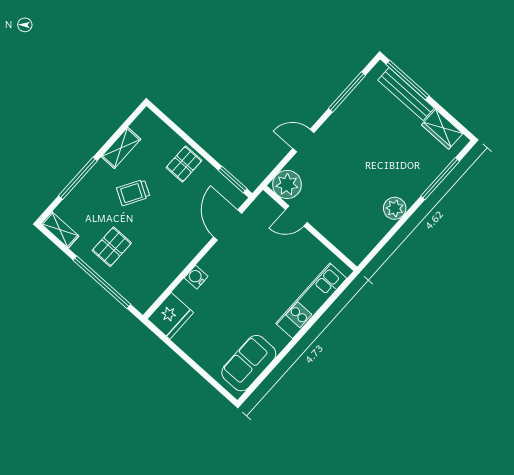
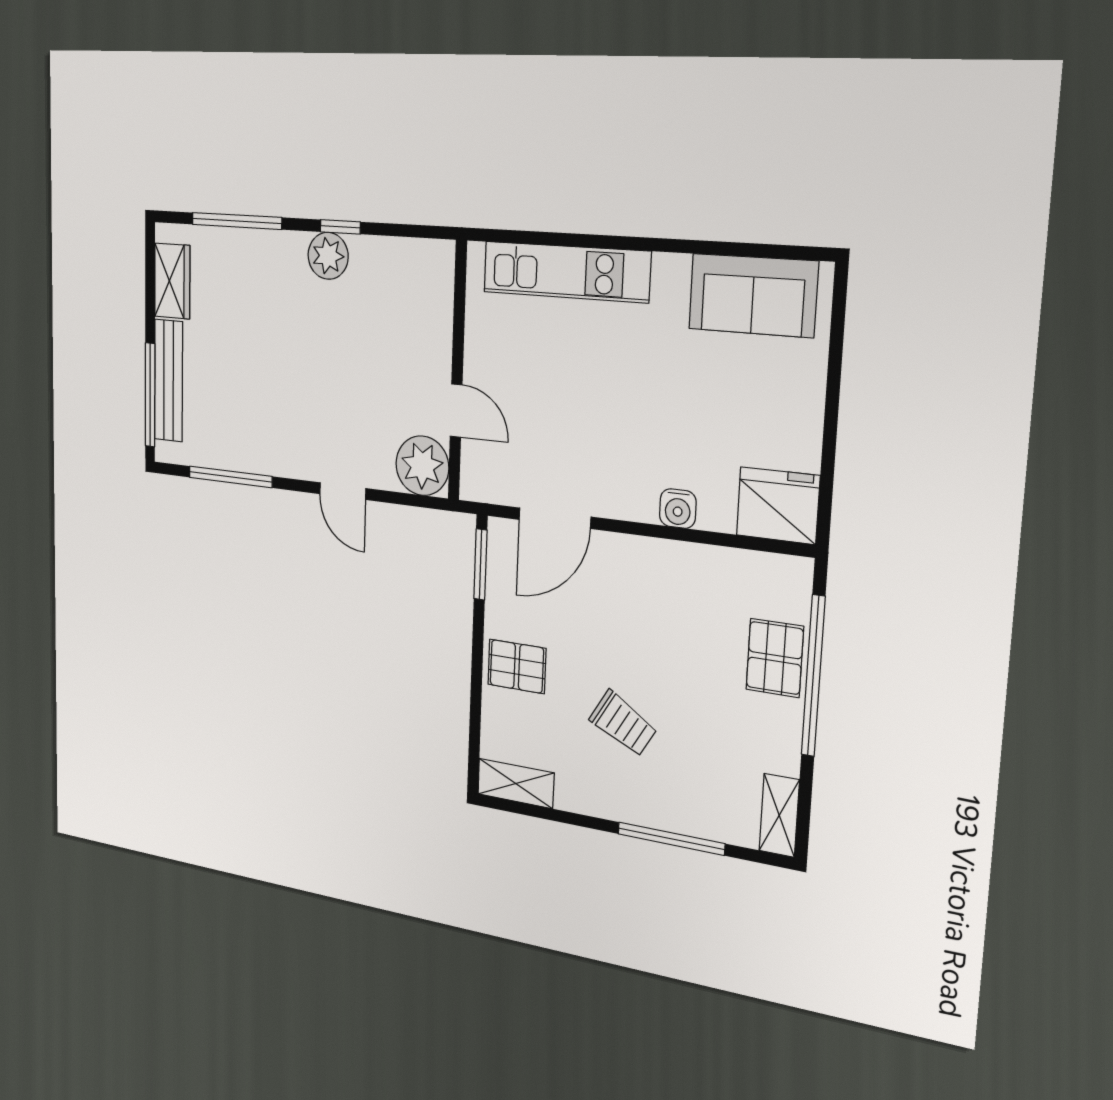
shelving: (121, 148) -> (516, 783), moved
window: (401, 222) -> (340, 227), added
pallet: (112, 247) -> (775, 658), moved, turned 90

